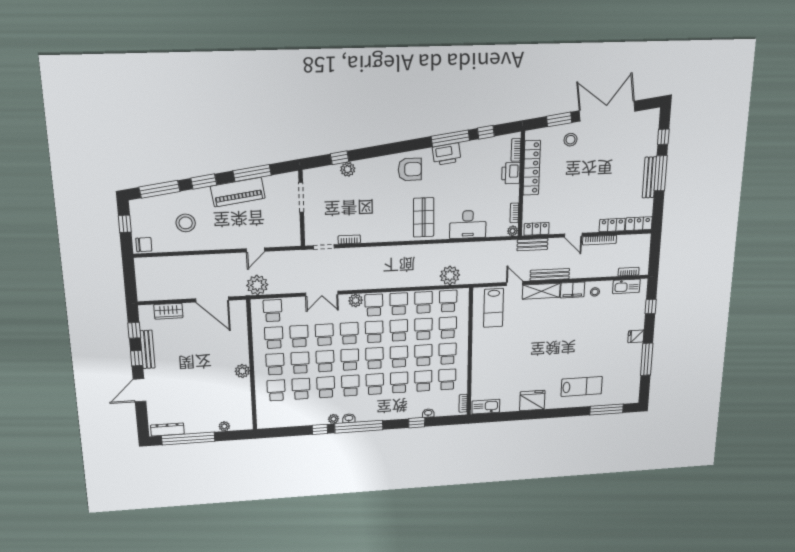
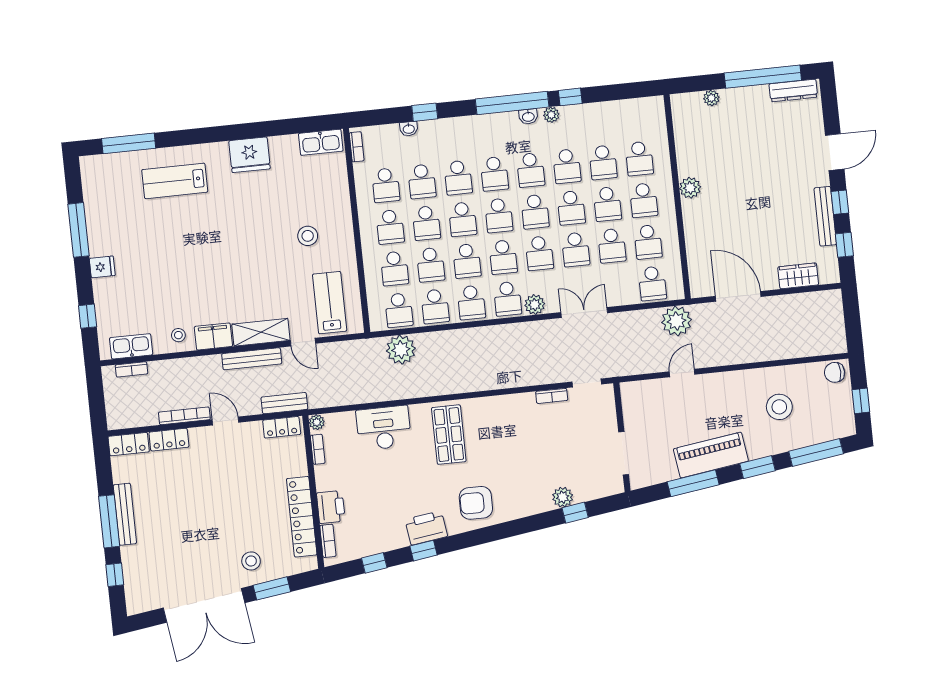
window: (450, 138) -> (424, 551), width x0.46
stool: (502, 350) -> (308, 236), added

